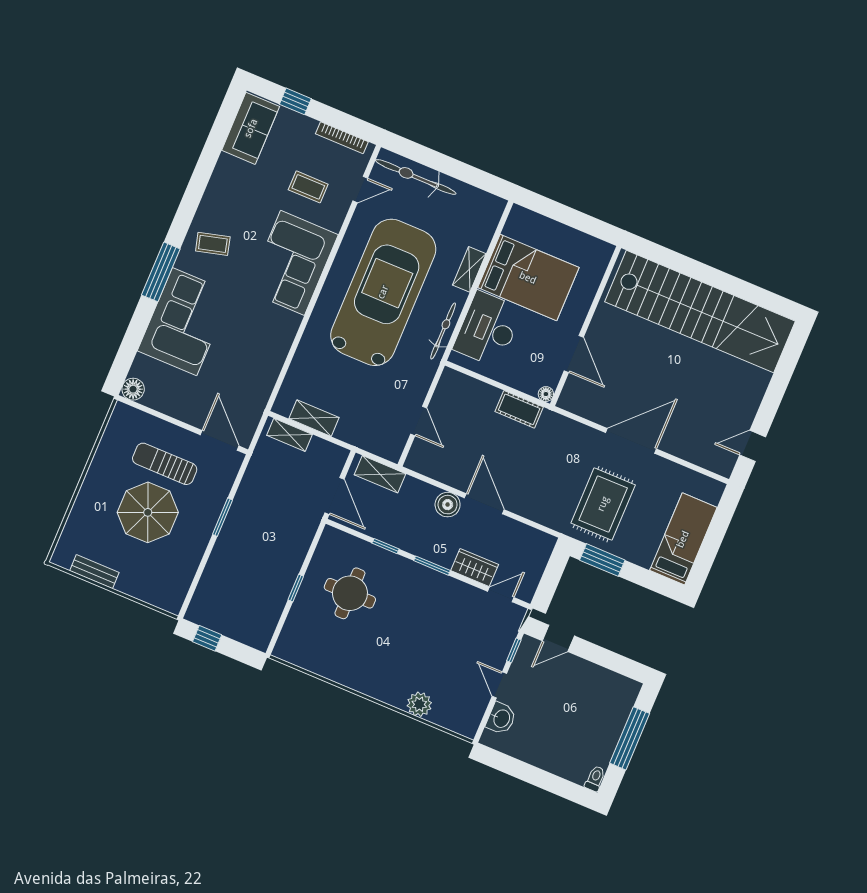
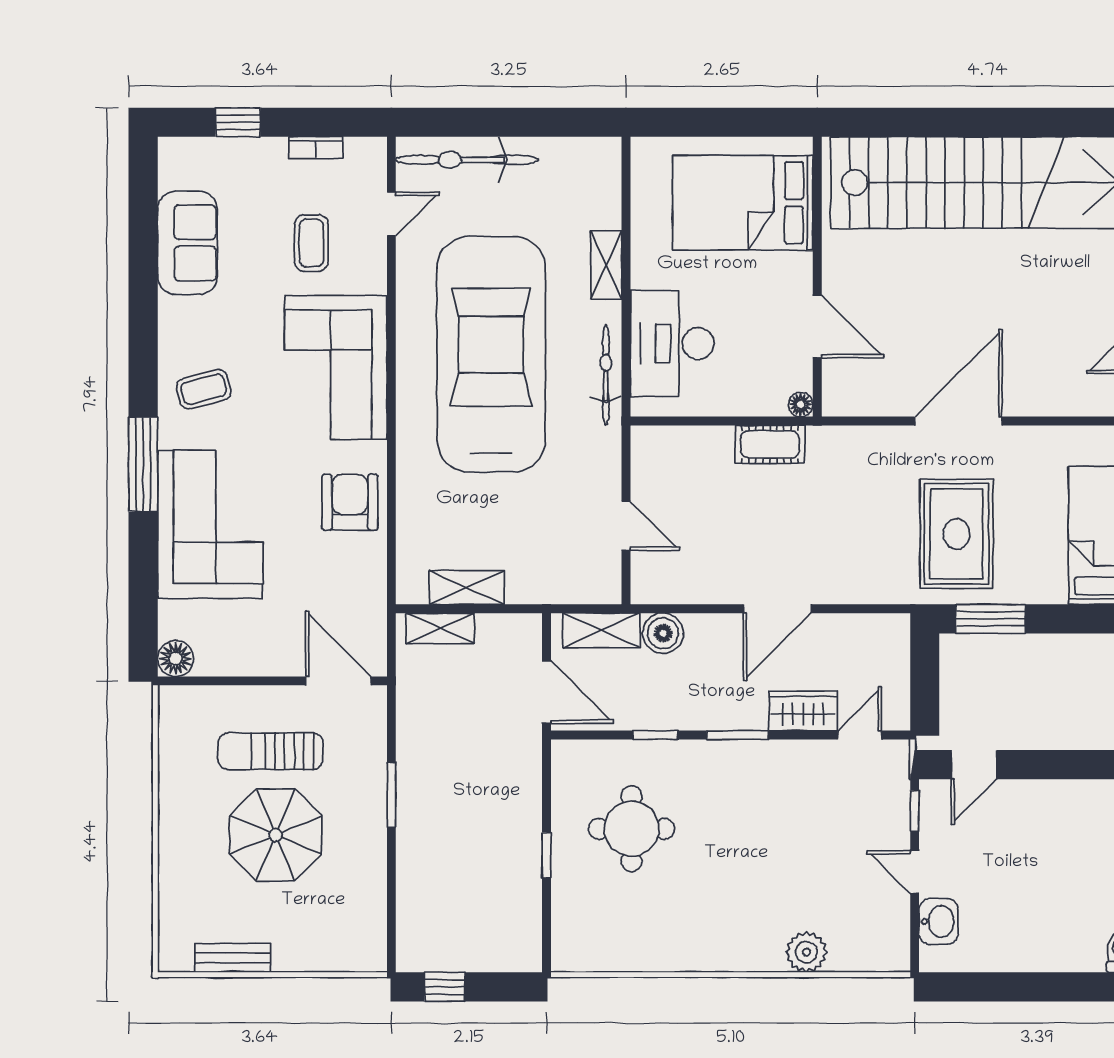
sofa: (251, 128) -> (187, 243), moved
bookcase: (342, 138) -> (316, 148), width x0.64
coffee table: (308, 187) -> (311, 243), turned 90
bed: (528, 278) -> (743, 203), moved, turned 180
armchair: (268, 342) -> (350, 502), added
door: (484, 504) -> (777, 609), swing flipped
boiler: (448, 505) -> (663, 633), moved

